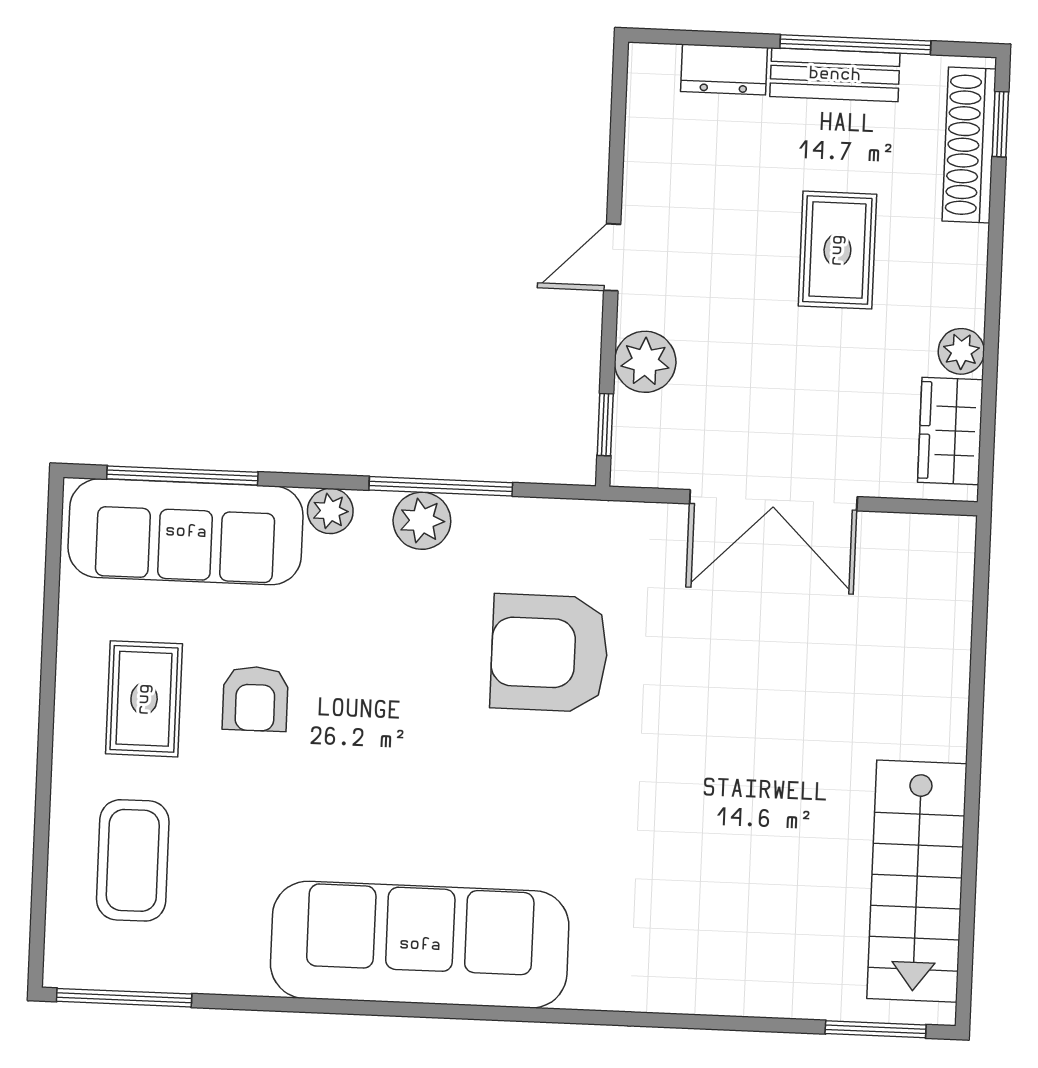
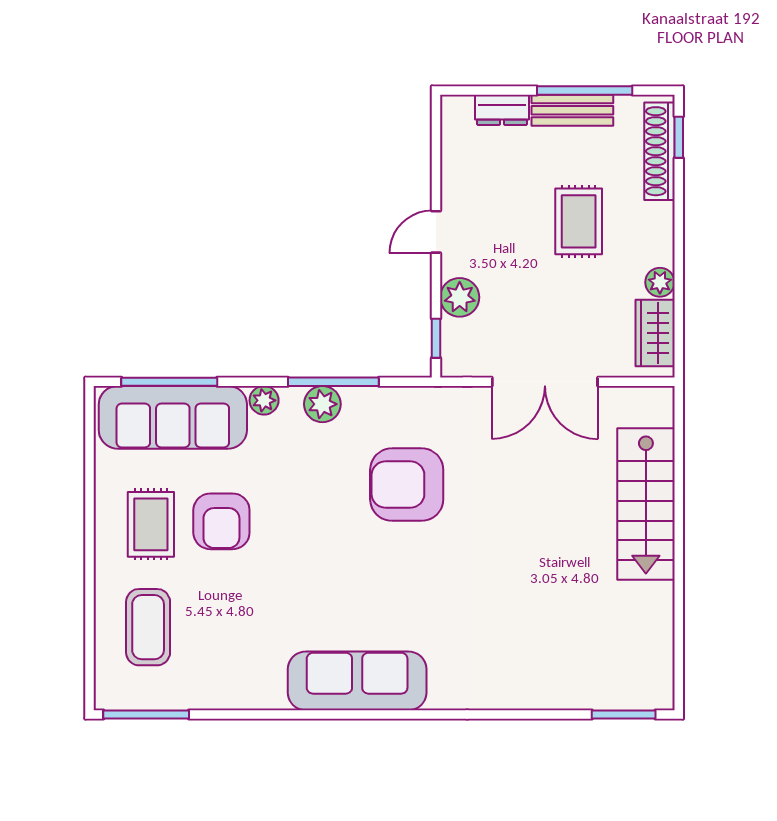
armchair: (255, 699) -> (221, 521), width x1.38, depth x1.38
stairs: (917, 881) -> (646, 504), moved
sofa: (420, 945) -> (357, 681), width x0.74, depth x0.79

